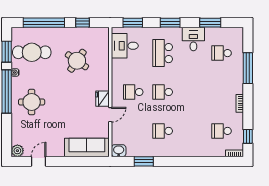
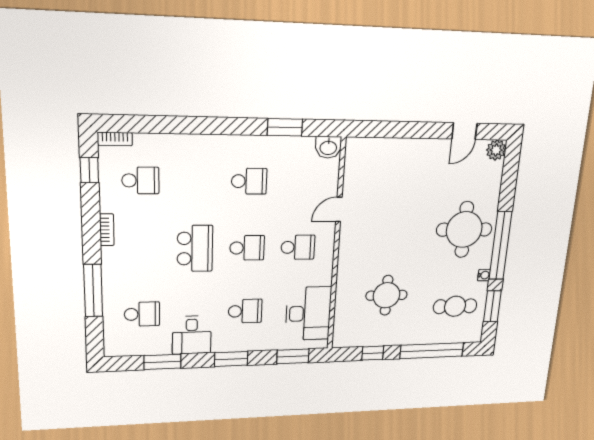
desk: (125, 46) -> (308, 314), width x1.37
cafe table: (32, 52) -> (455, 306), width x0.73, depth x0.74
school desk: (163, 53) -> (245, 311), width x0.54
round table: (77, 61) -> (387, 295), turned -35
school desk: (192, 92) -> (195, 248), added
fridge: (102, 99) -> (350, 236), removed
round table: (32, 102) -> (464, 230), width x1.36, depth x1.36
sofa: (87, 147) -> (382, 154), removed

